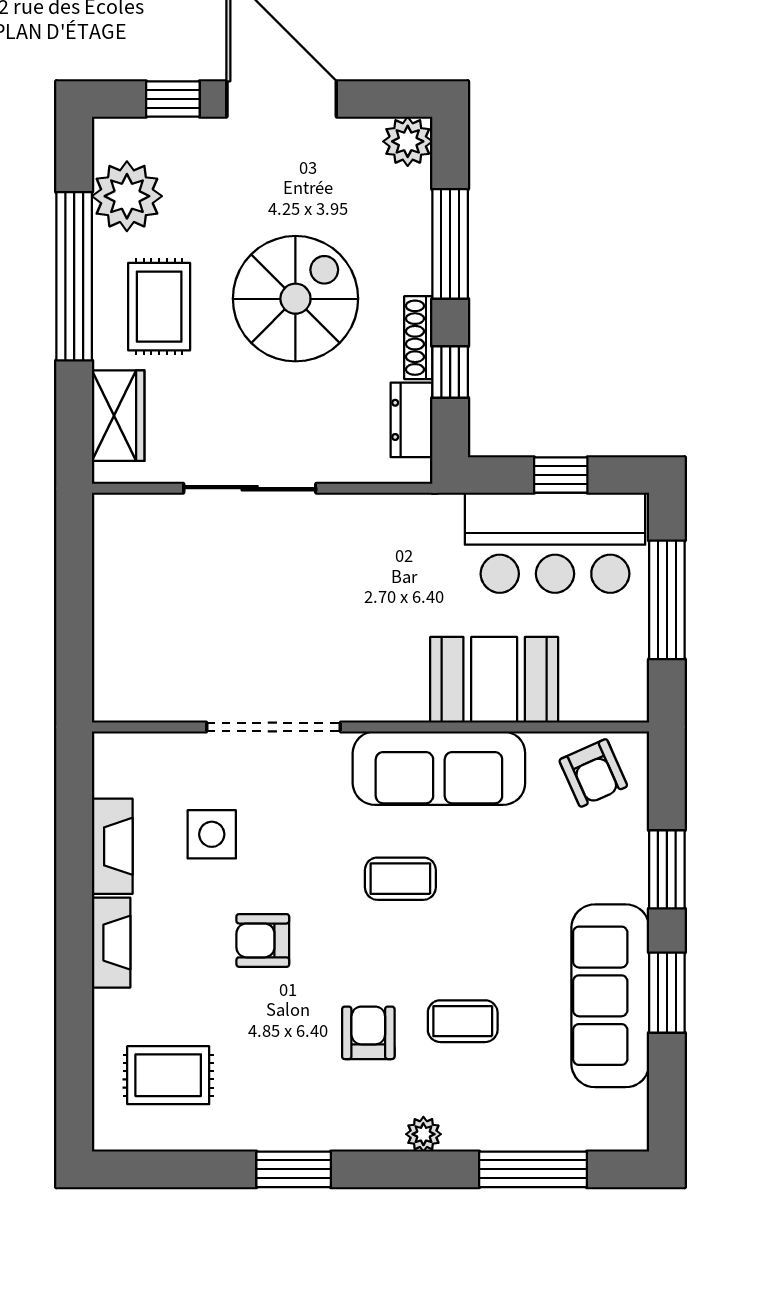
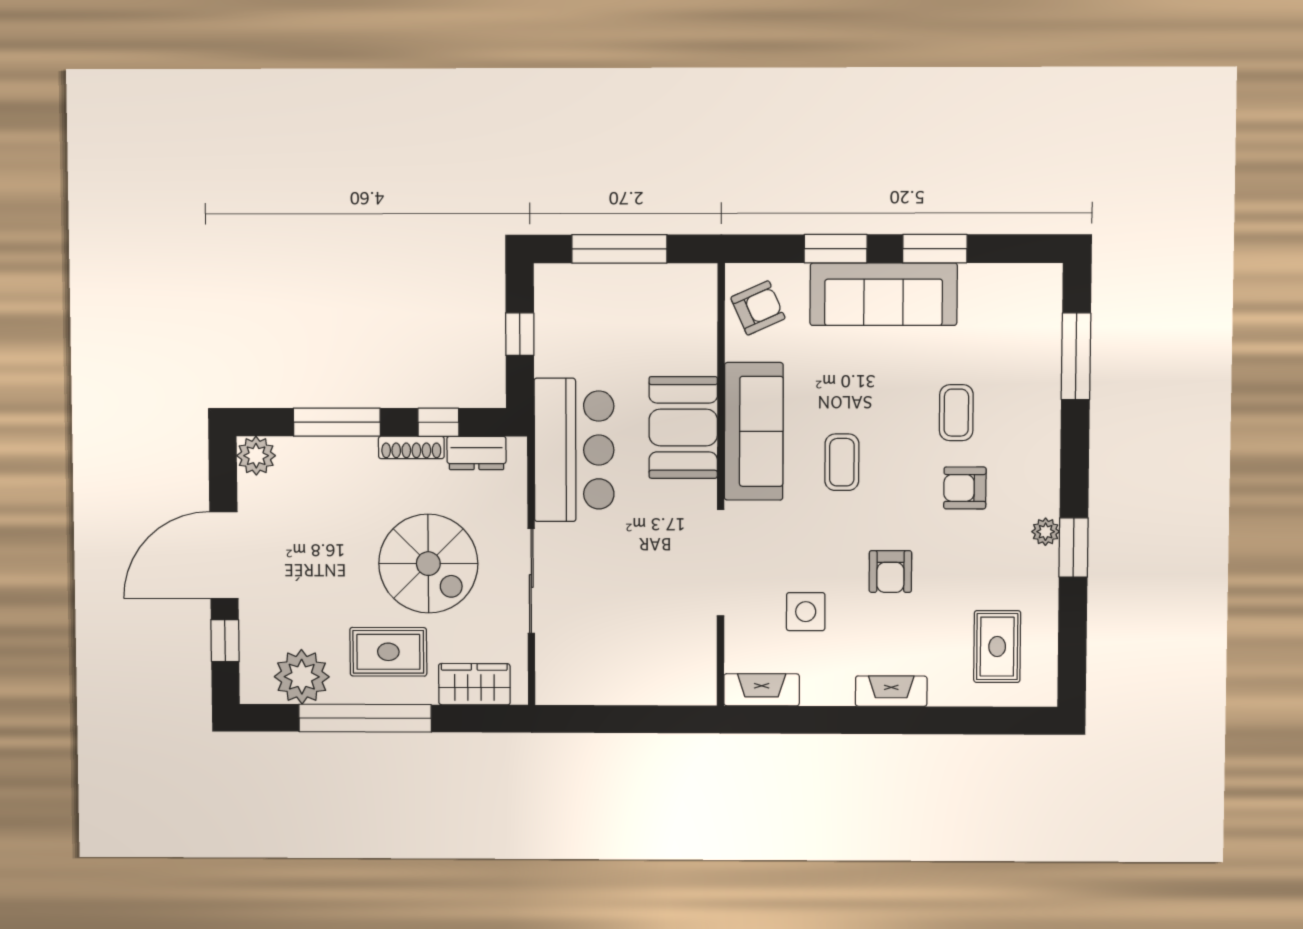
spiral stairs: (295, 299) -> (428, 564), moved, turned 180
bar counter: (555, 543) -> (574, 450), moved
booth: (494, 680) -> (683, 427), moved
fireplace: (112, 846) -> (762, 690), moved
sofa: (610, 996) -> (884, 294), moved
plant: (423, 1134) -> (1046, 532), moved

